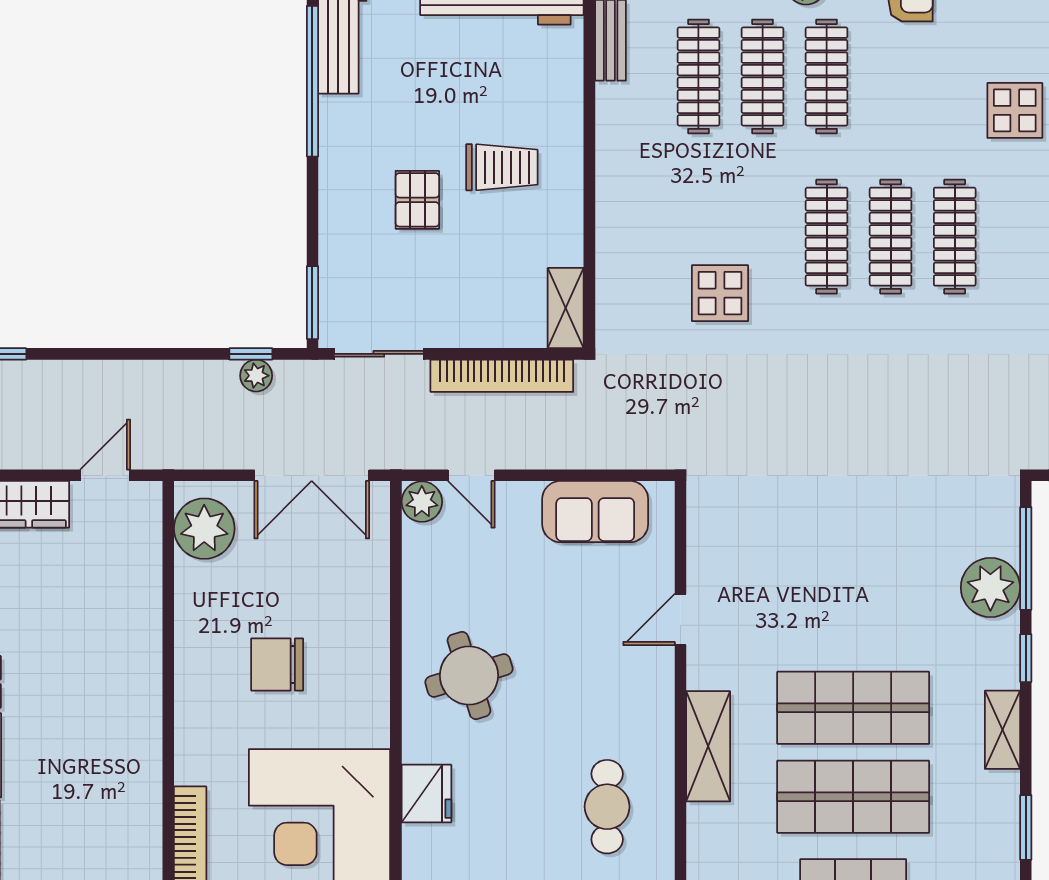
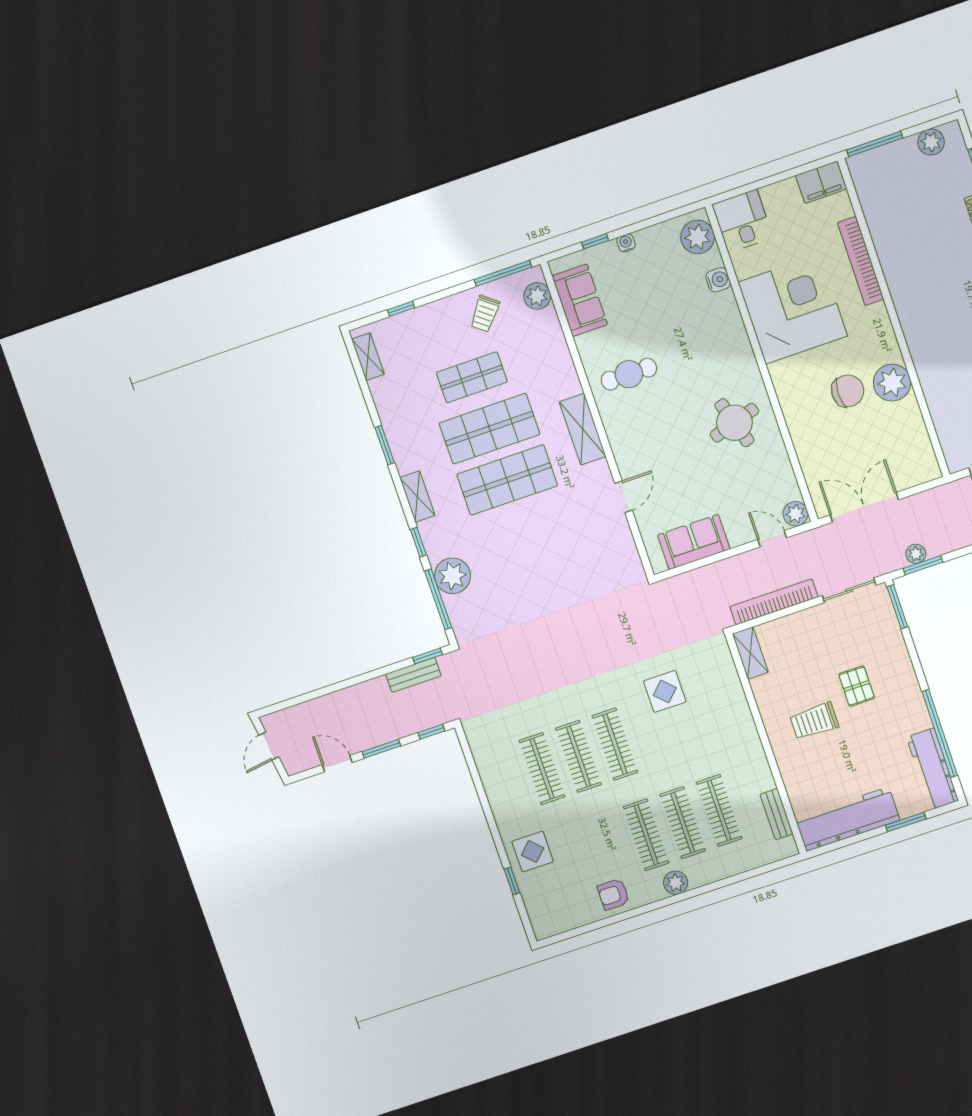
window: (251, 354) -> (923, 565), width x1.50
plant: (204, 529) -> (892, 383), moved
fridge: (426, 794) -> (736, 346), removed
cafe table: (607, 807) -> (629, 374), turned 90

